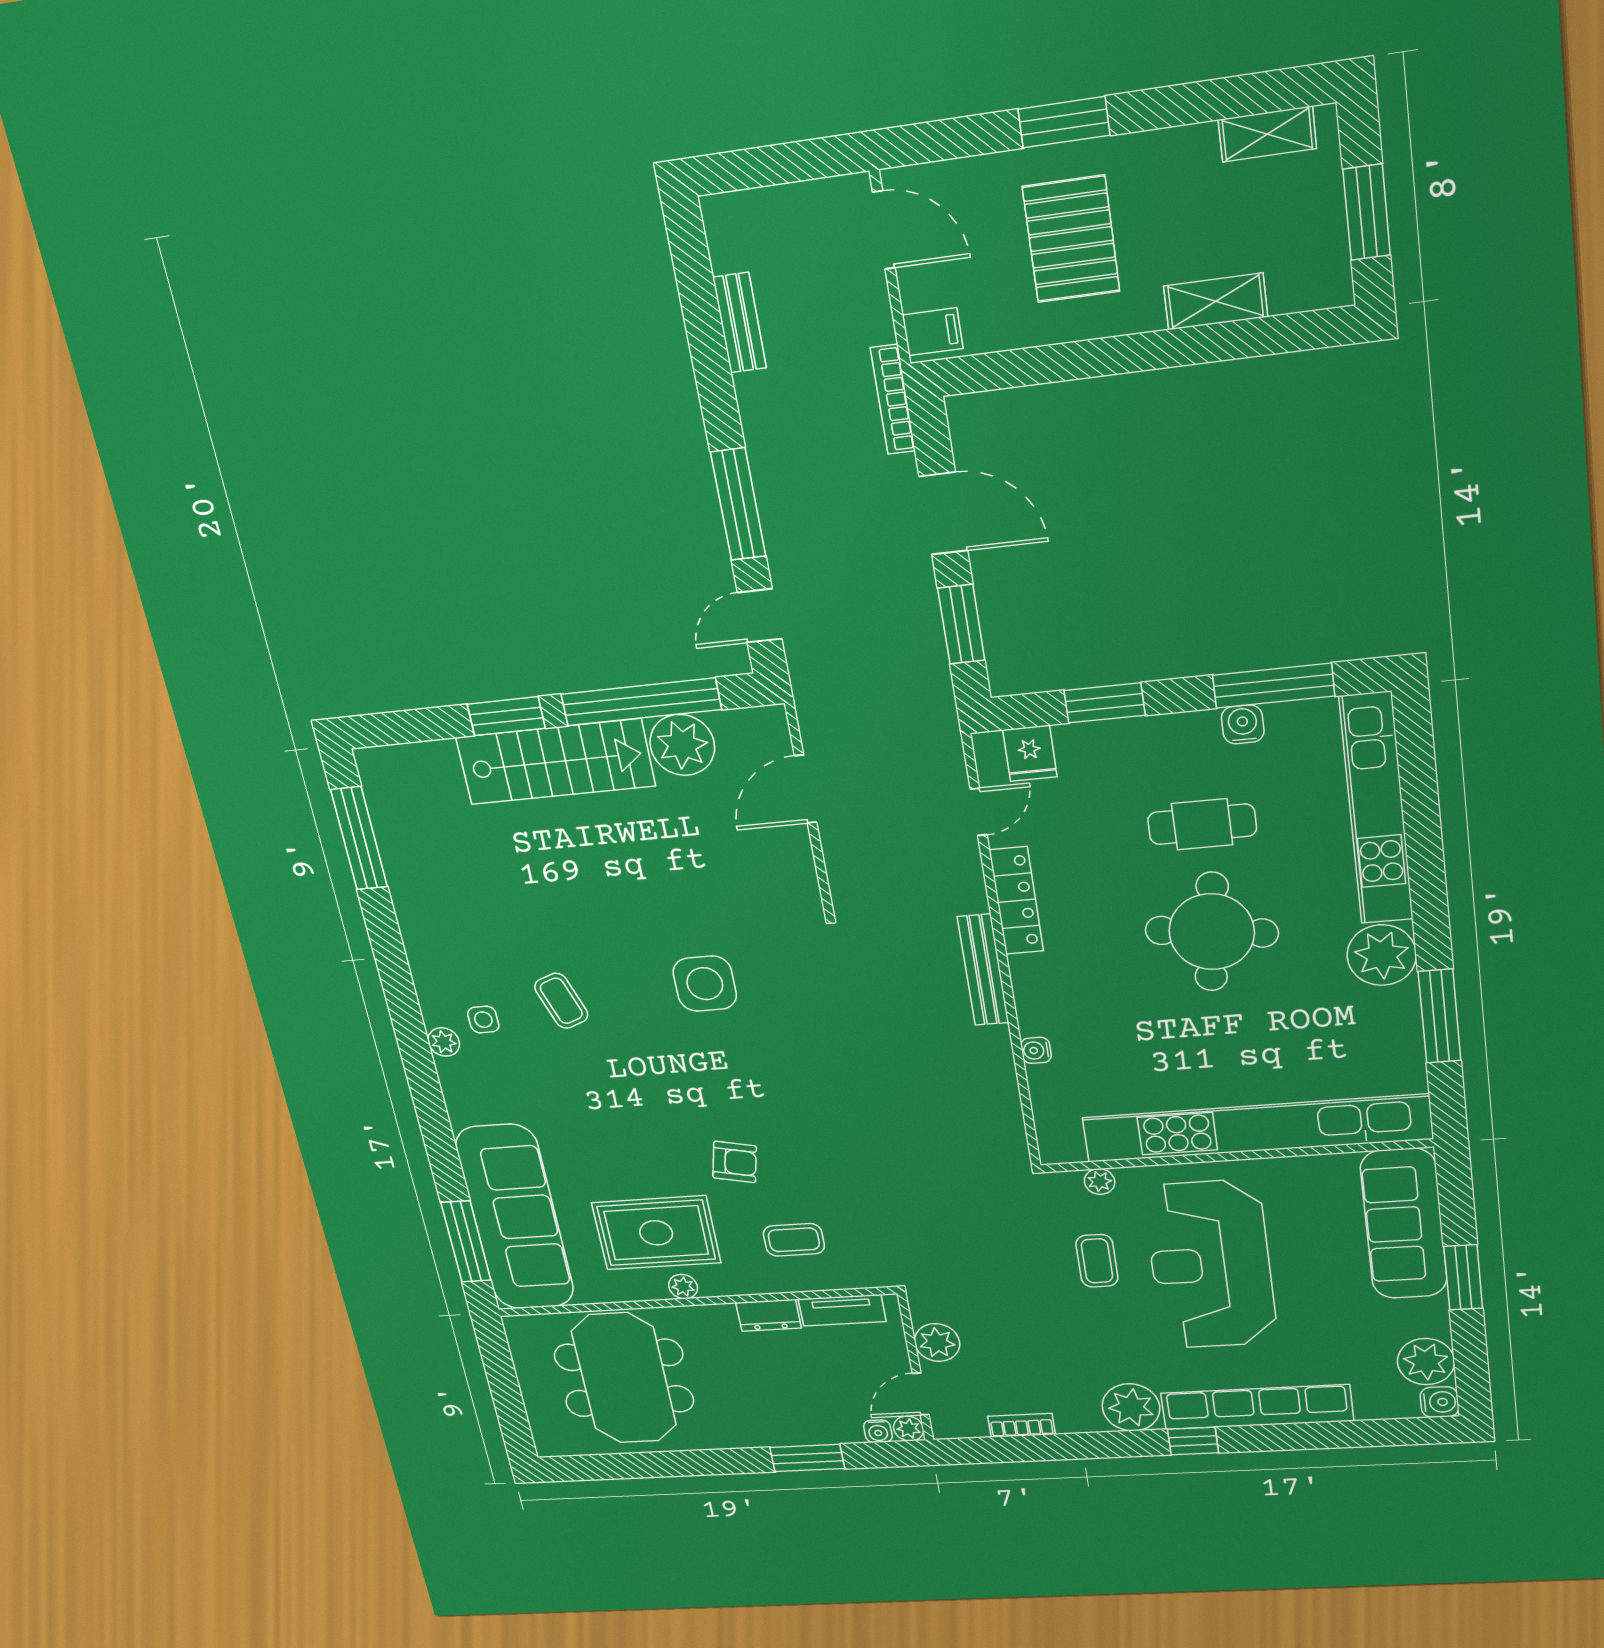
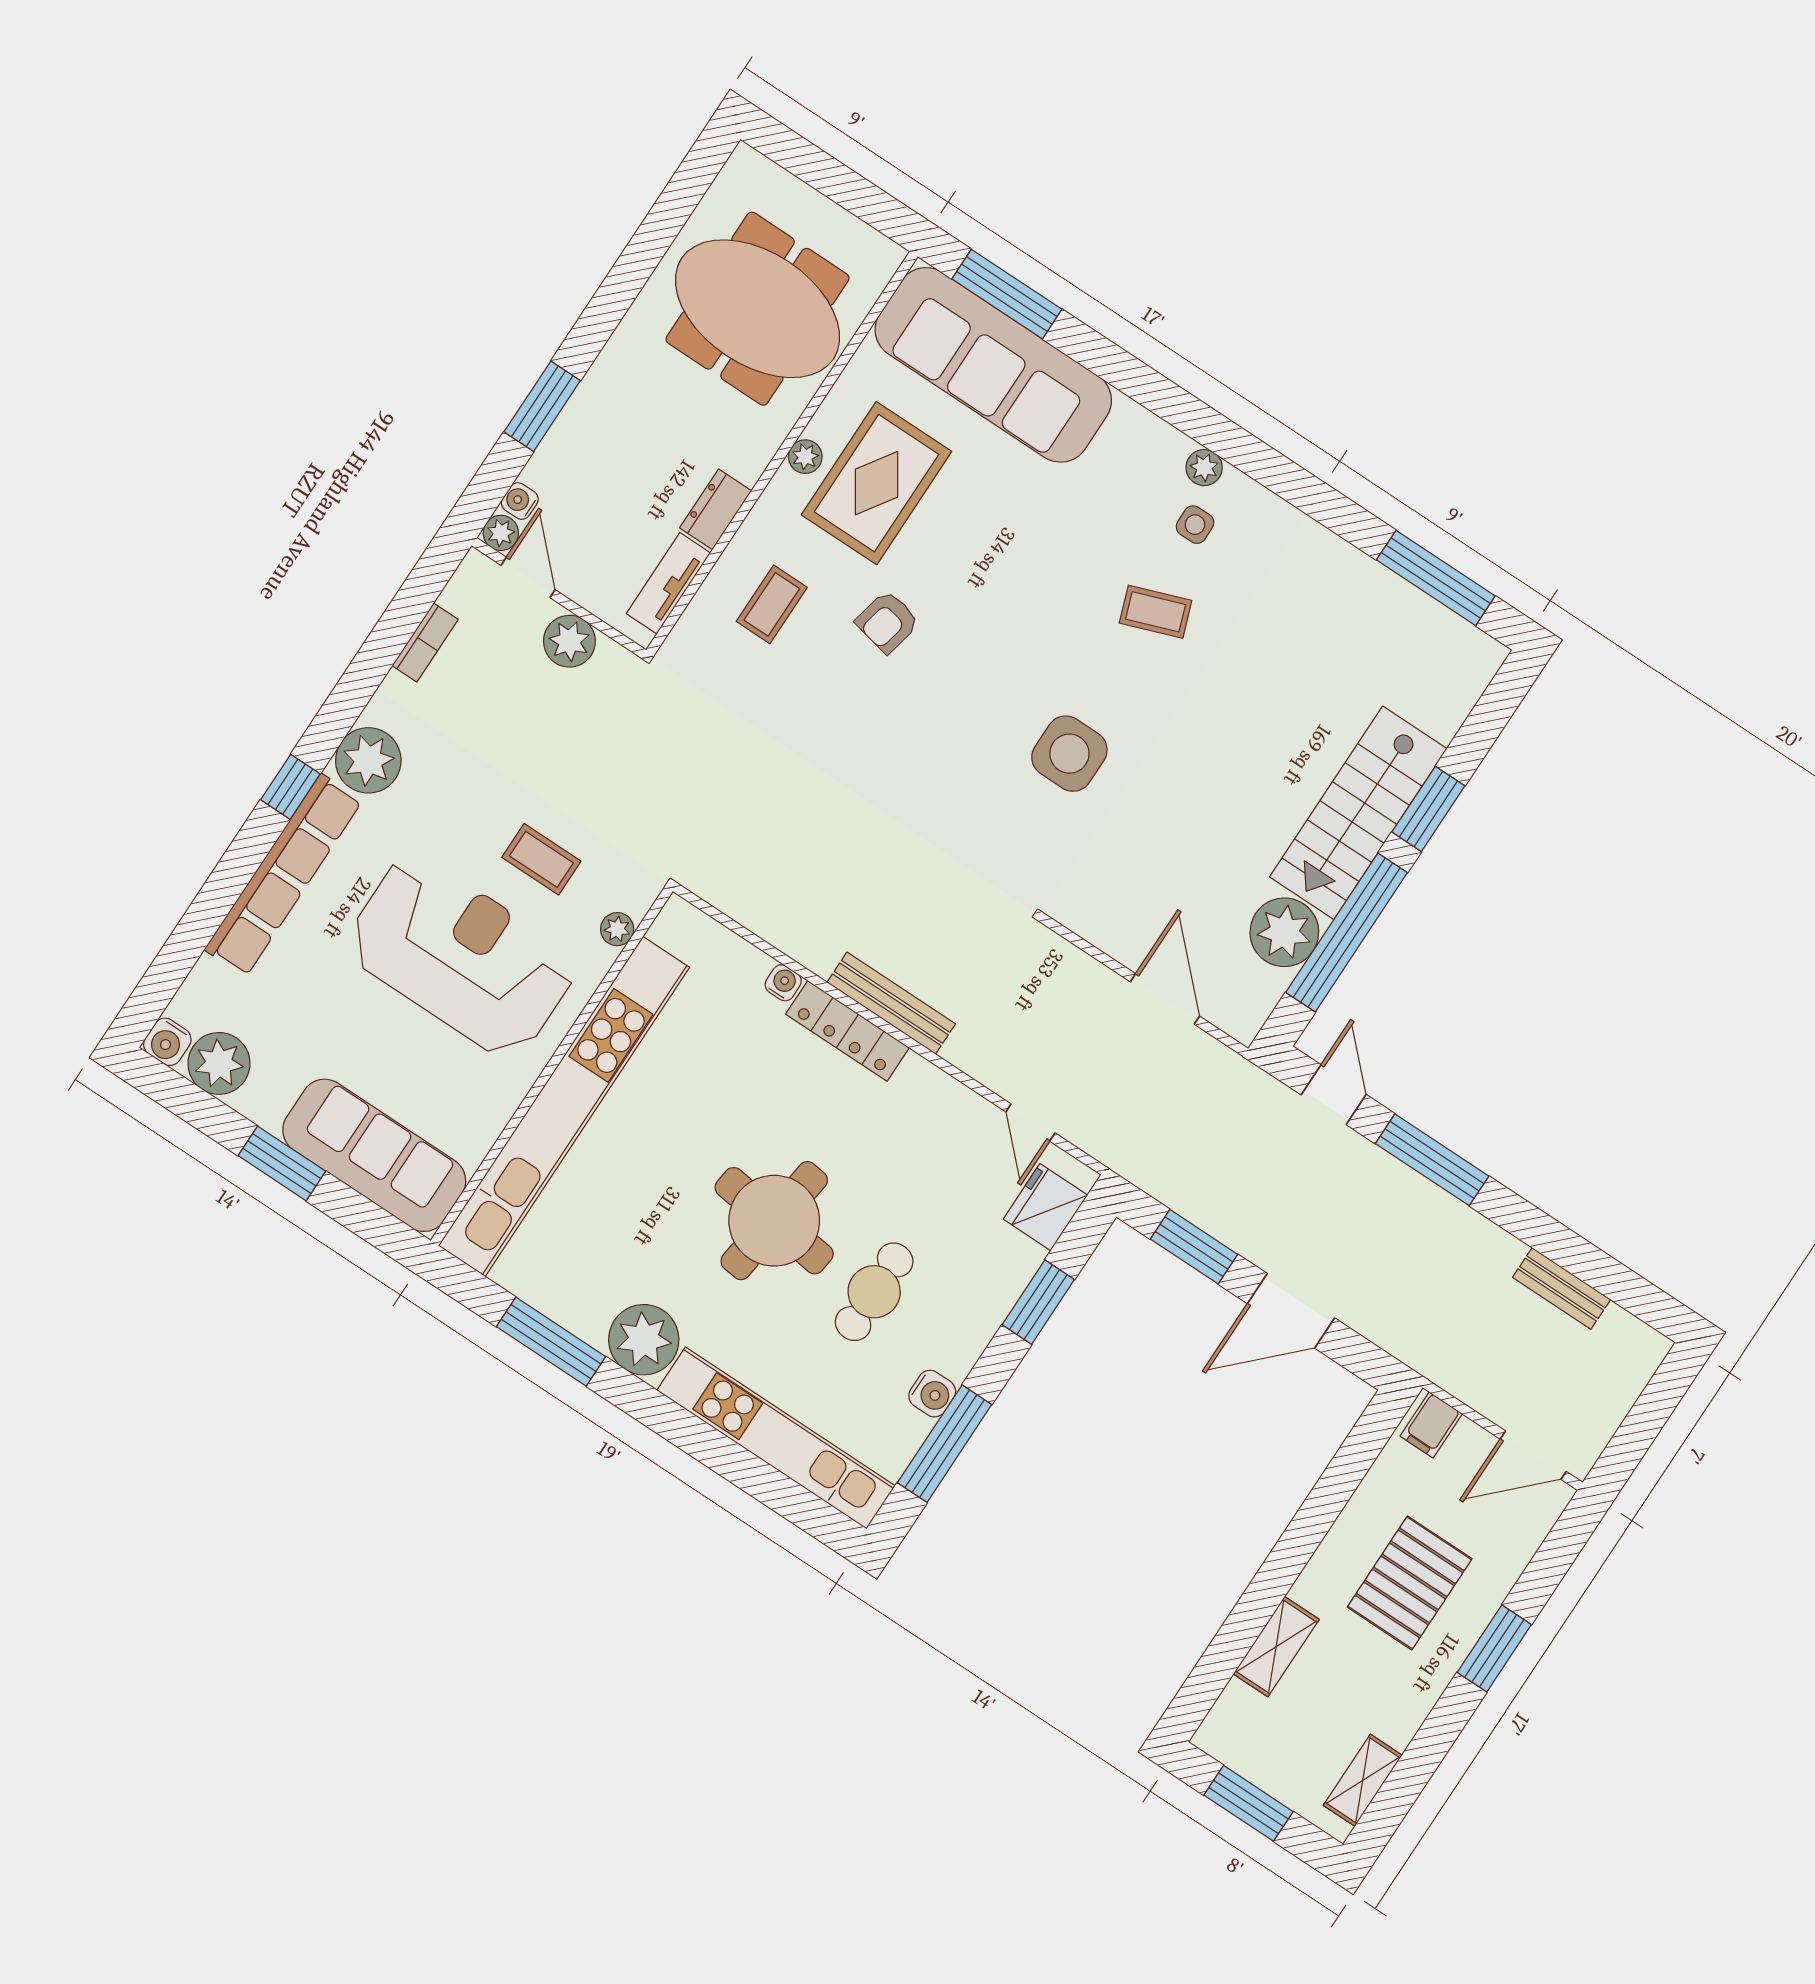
pallet: (1071, 239) -> (1410, 1583), turned 90
bookcase: (893, 399) -> (1408, 1351), removed
fridge: (1030, 753) -> (1045, 1207), width x1.38
locker: (1016, 901) -> (847, 1031), moved

